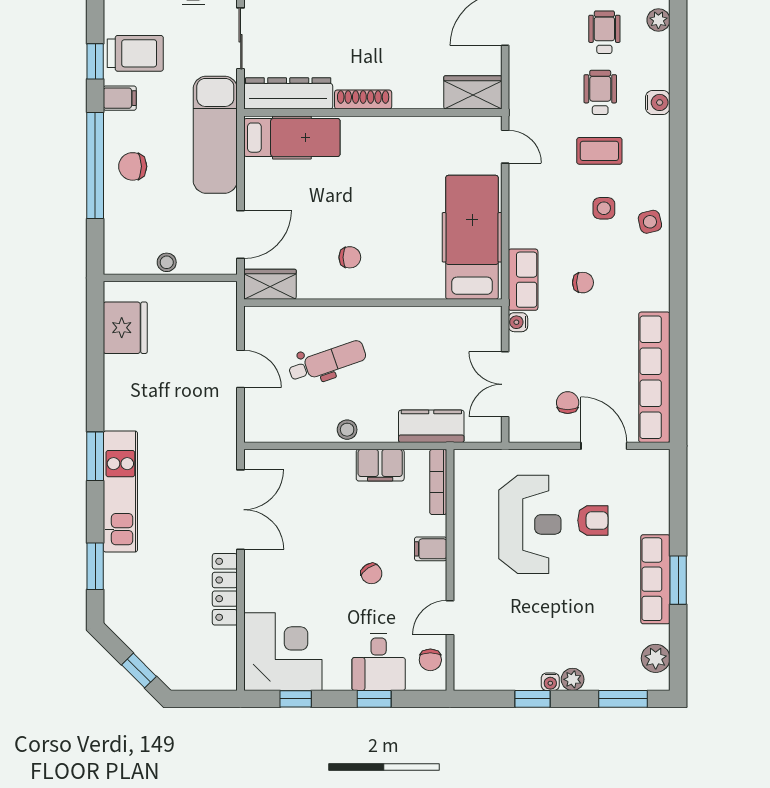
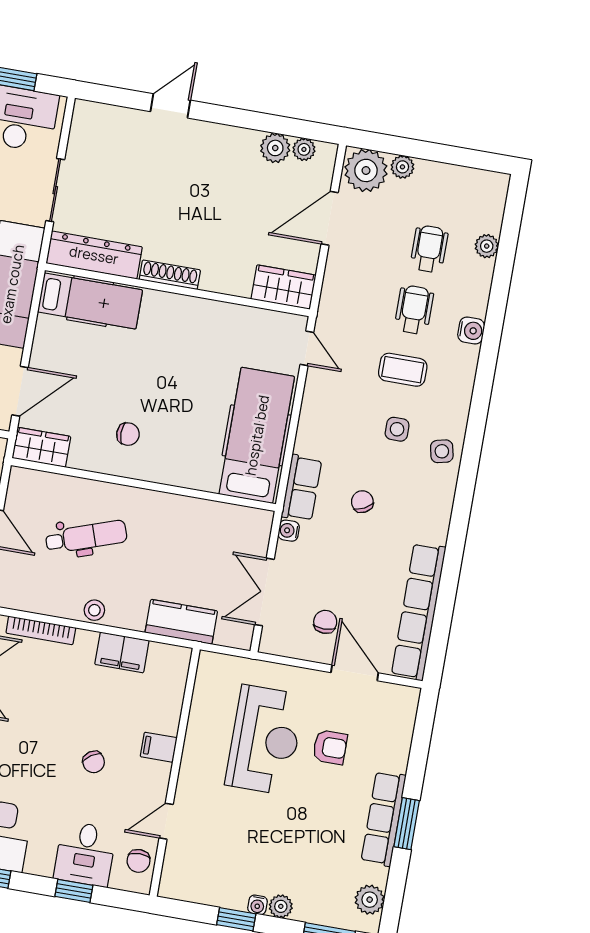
chair: (583, 283) -> (362, 502), turned -117
bookcase: (438, 482) -> (41, 630), moved, turned -90

